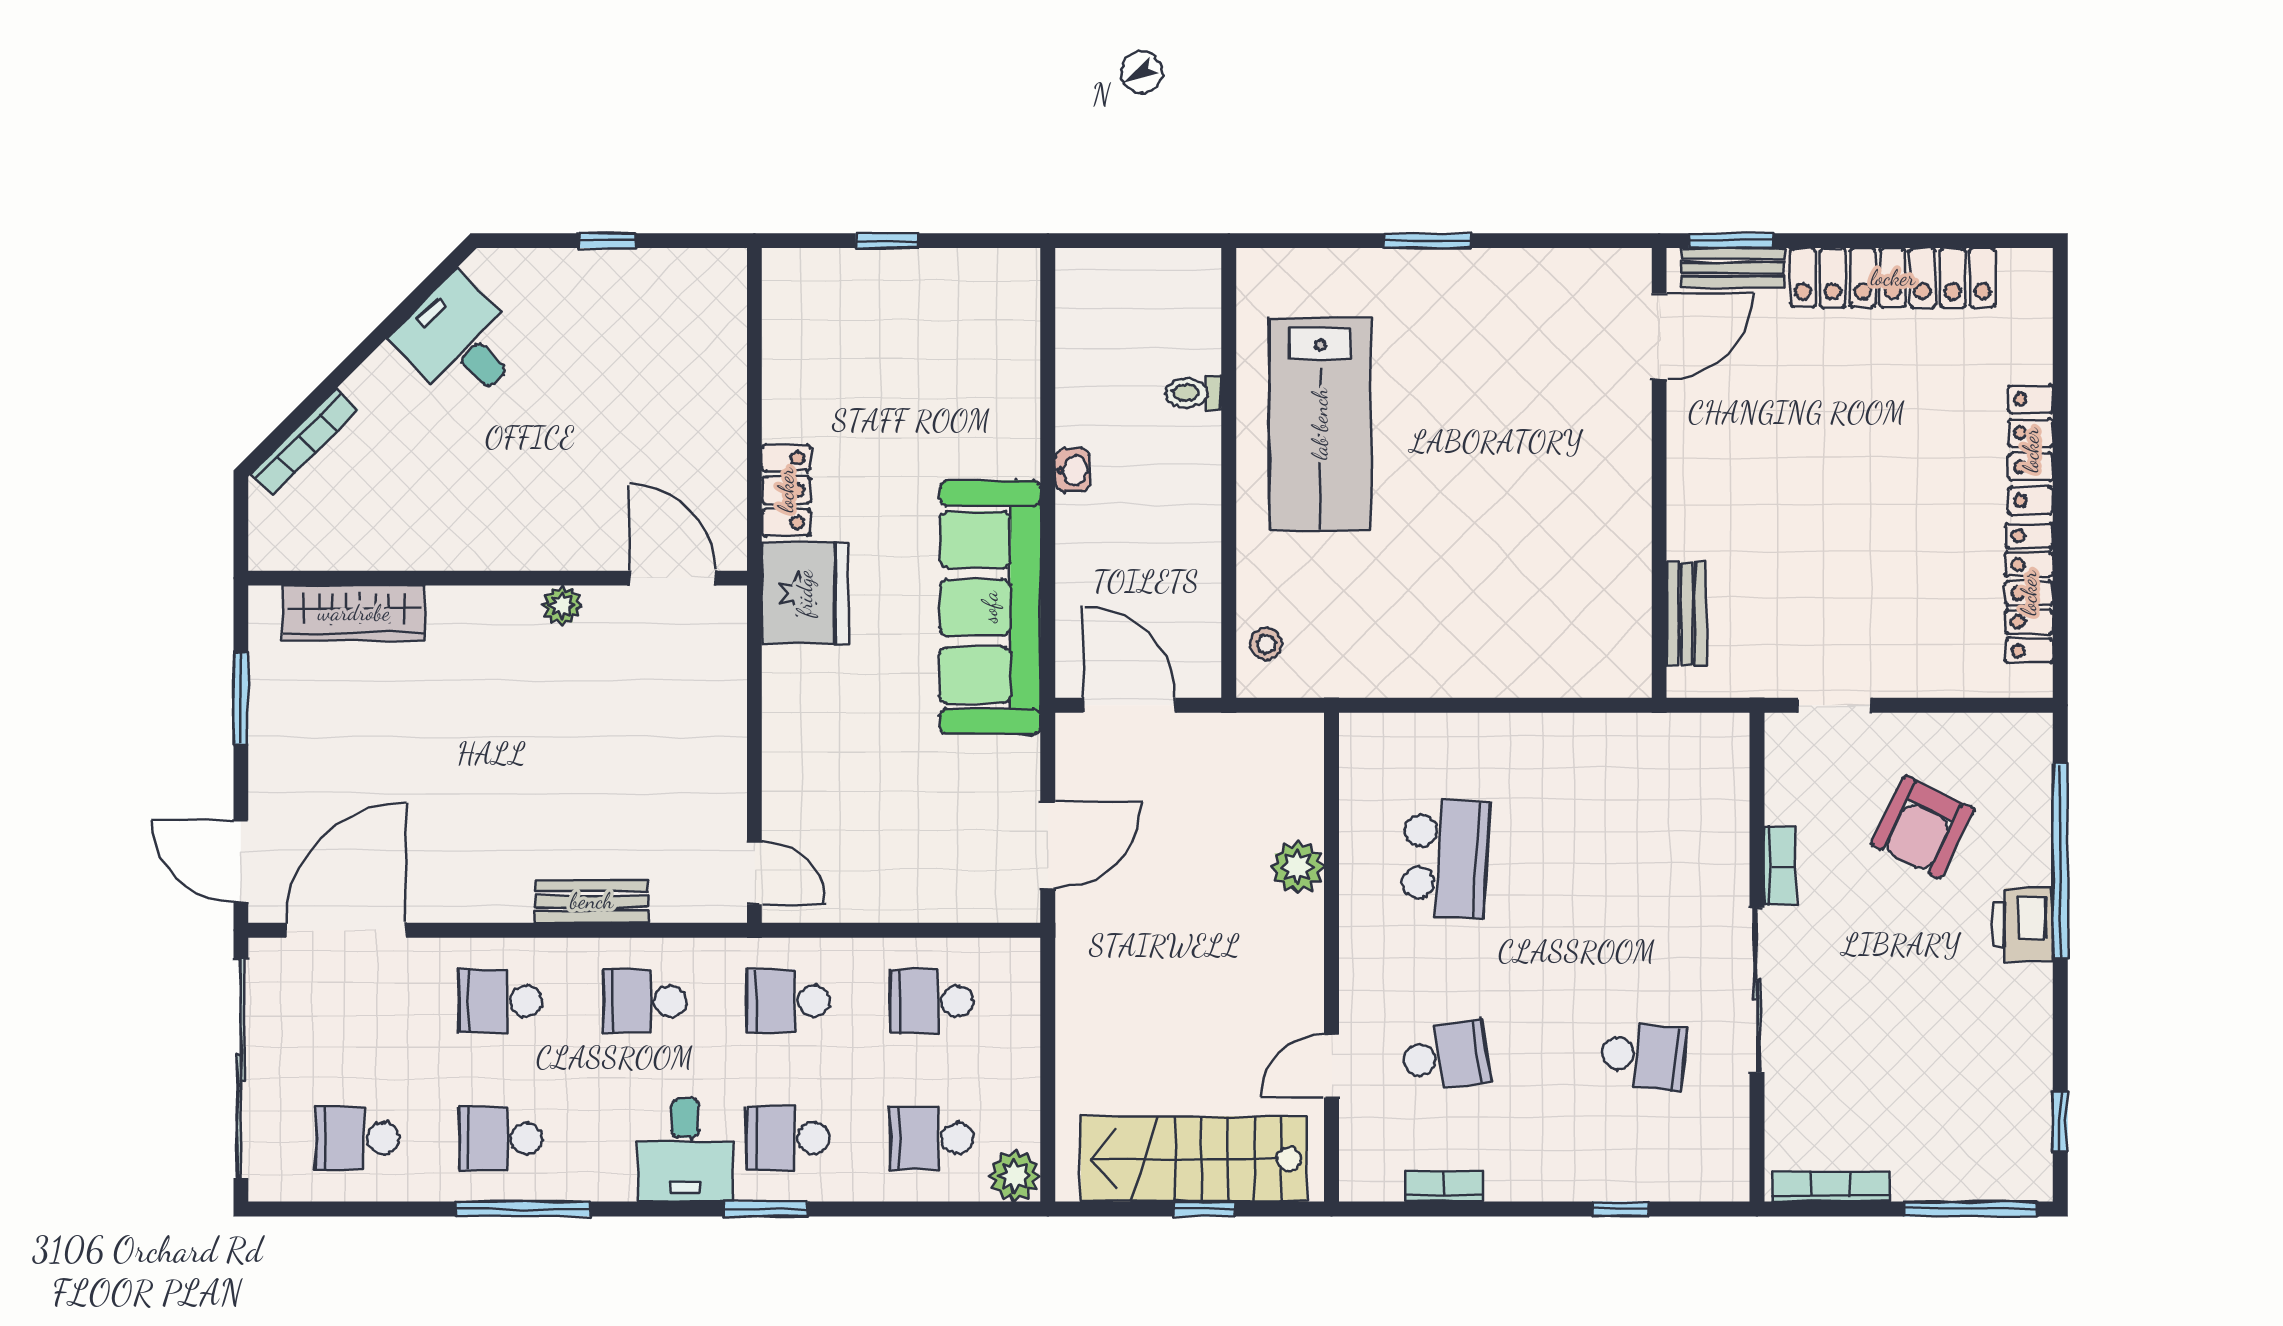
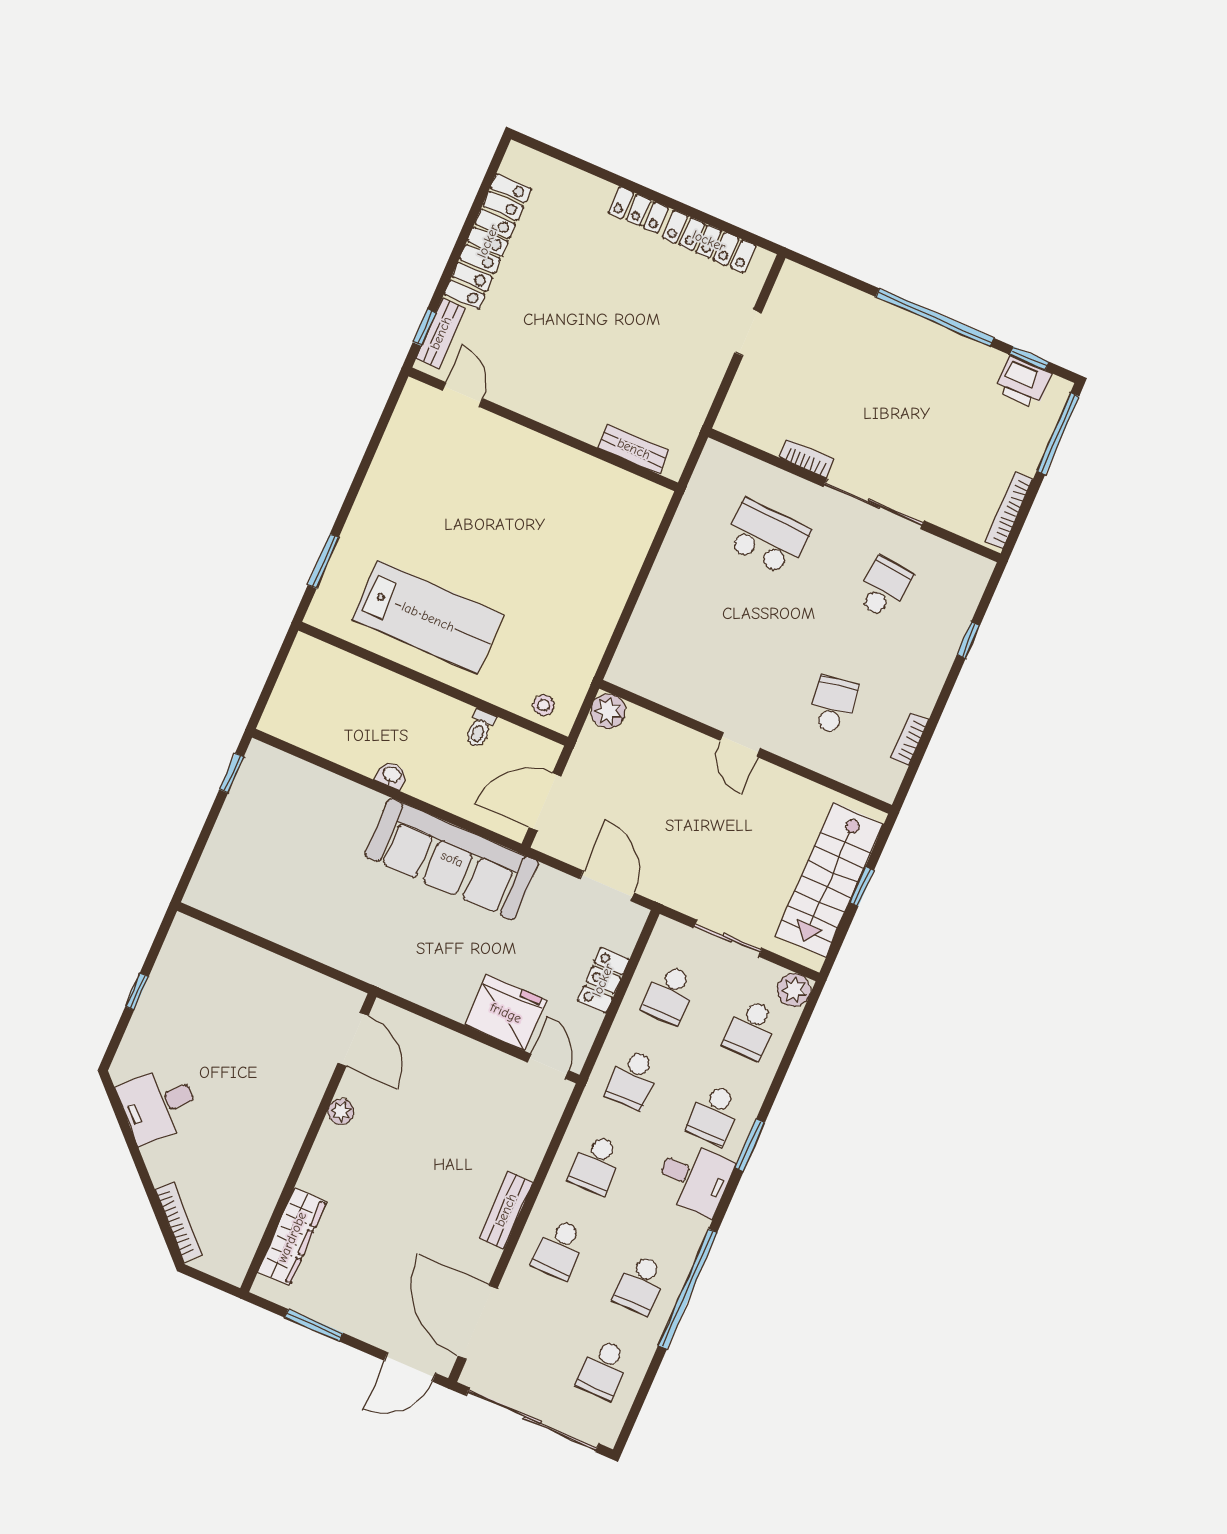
window: (887, 241) -> (231, 773), moved
window: (1427, 241) -> (323, 561), moved
window: (1731, 241) -> (424, 327), width x0.67
door: (1659, 336) -> (463, 394), width x0.73
toilet: (1194, 393) -> (480, 729), moved
locker: (2031, 450) -> (638, 210), width x0.66
locker: (786, 490) -> (603, 980), moved, turned -90
door: (672, 578) -> (353, 1039), swing flipped
fridge: (805, 593) -> (506, 1013), moved
doorway: (1834, 705) -> (748, 333), moved
armchair: (1922, 827) -> (820, 364), removed
school desk: (1445, 858) -> (767, 537), moved
window: (2060, 861) -> (935, 317), moved
plant: (1298, 867) -> (608, 711), moved
door: (754, 873) -> (548, 1066), hinge flipped
bench: (592, 901) -> (506, 1210), moved
printer: (2023, 924) -> (1023, 382), moved
sliding door: (1048, 1050) -> (728, 938), added
door: (1331, 1066) -> (740, 744), moved
window: (523, 1209) -> (688, 1289), width x1.46

